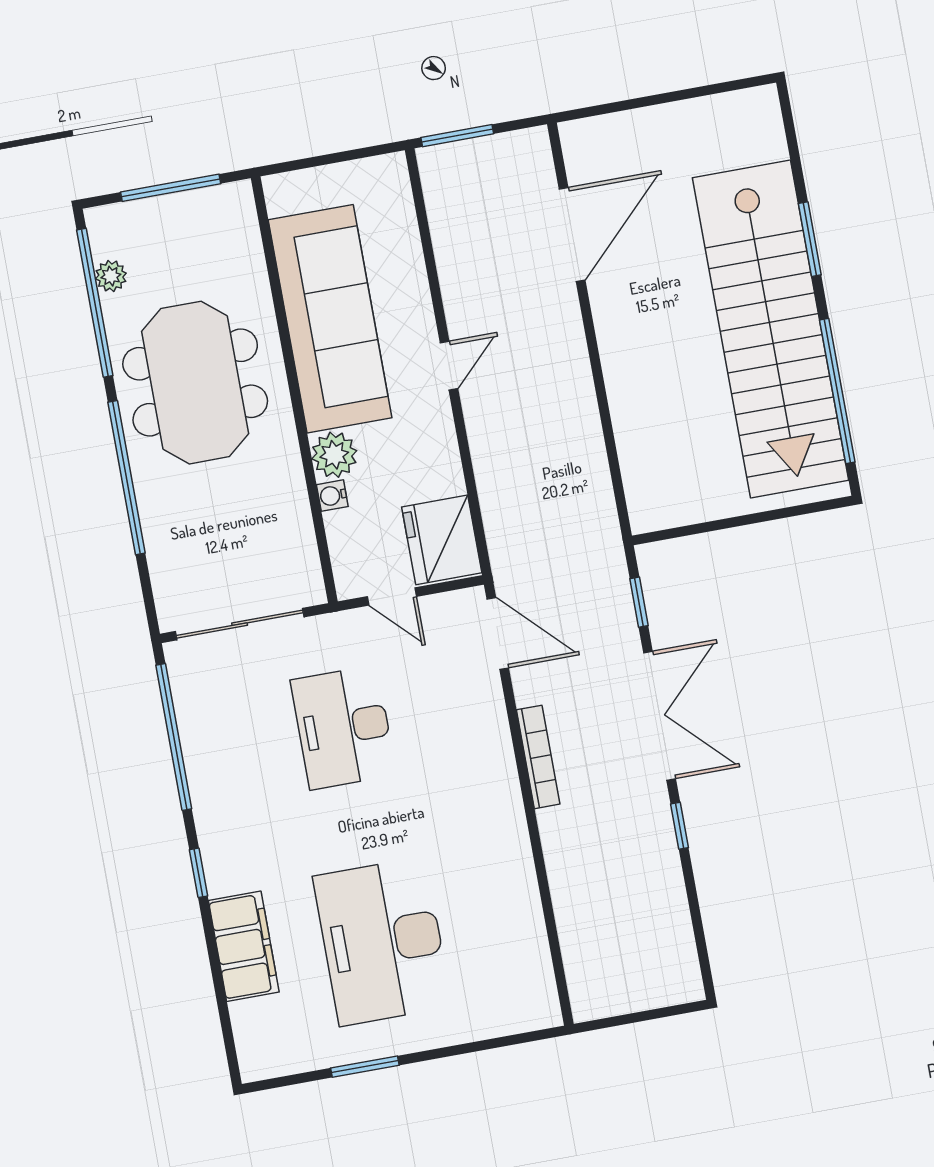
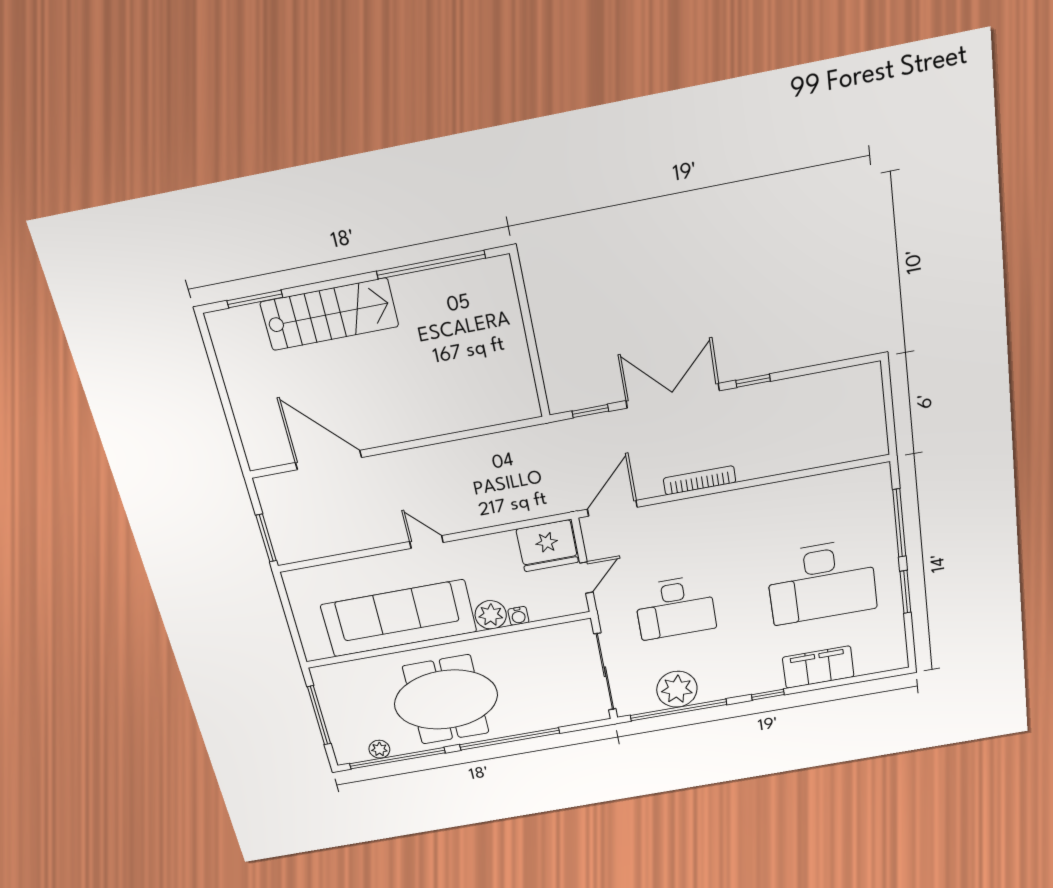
window: (810, 239) -> (255, 299), moved
stairs: (771, 329) -> (329, 314), width x0.54, depth x0.66
plant: (209, 734) -> (677, 689), added
window: (472, 1047) -> (899, 523), added

